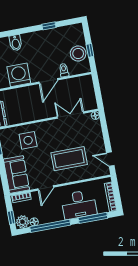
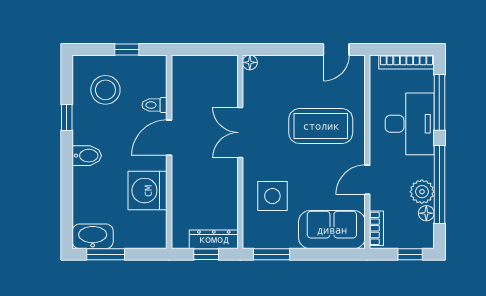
bidet: (16, 43) -> (87, 156), moved
stool: (78, 53) -> (105, 90), moved
door: (48, 81) -> (169, 138), swing flipped
double door: (70, 115) -> (240, 133), moved
coffee table: (69, 159) -> (321, 126), turned 90
door: (46, 188) -> (367, 180), swing flipped
plant: (23, 222) -> (422, 192), moved

